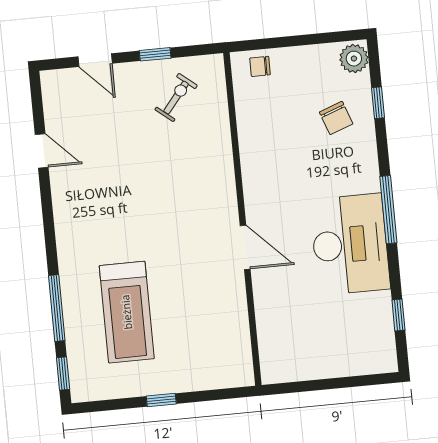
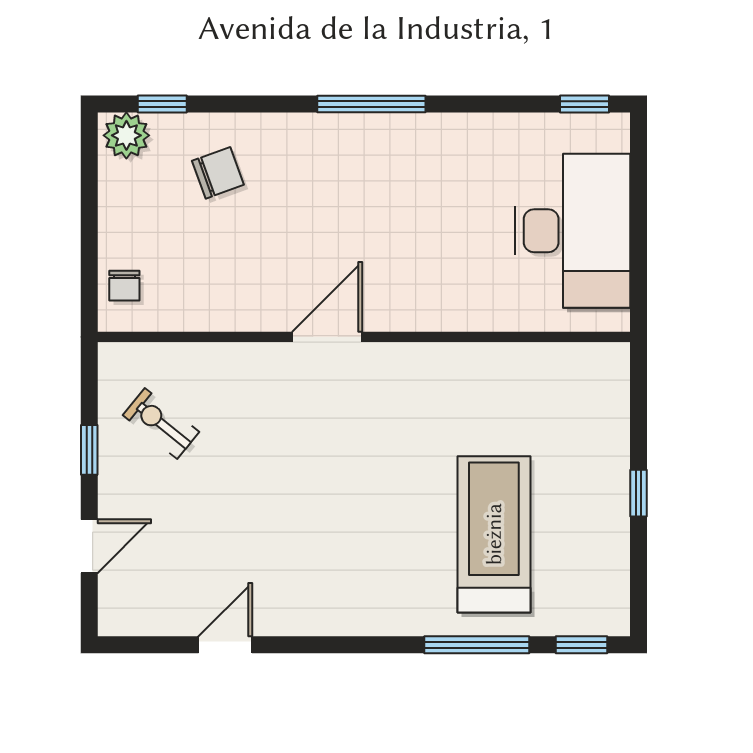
window: (378, 103) -> (162, 104), moved
desk: (350, 244) -> (572, 231), moved, turned 90
door: (245, 247) -> (327, 337), moved
treadmill: (127, 312) -> (494, 534), turned -90
window: (398, 315) -> (584, 104), moved

